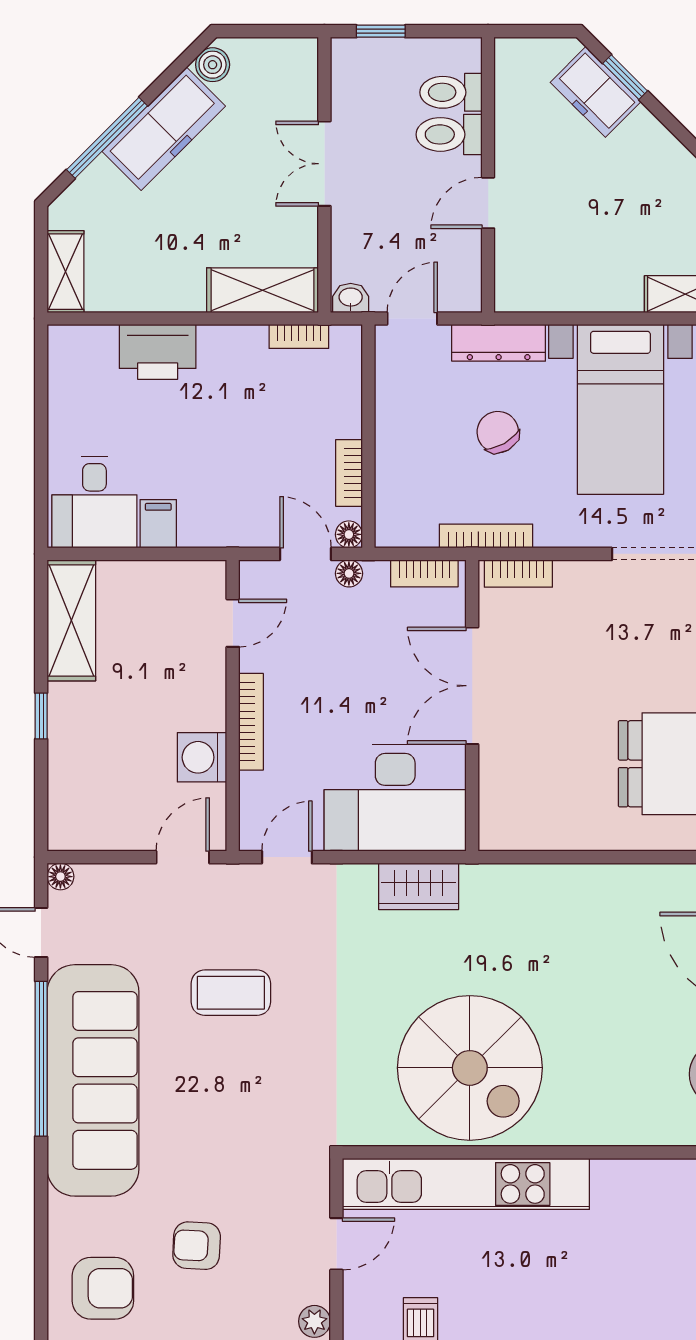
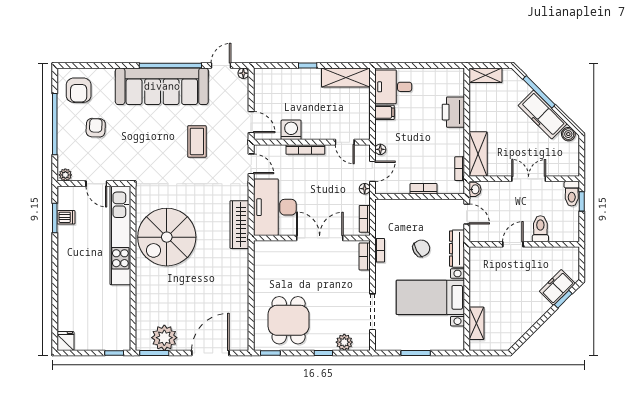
toilet: (451, 92) -> (572, 194), moved, turned 180
door: (488, 203) -> (513, 244), hinge flipped
bookcase: (349, 473) -> (424, 189), moved
floor lamp: (349, 534) -> (380, 149), moved
bookcase: (486, 536) -> (380, 250), width x0.64
wardrobe: (419, 886) -> (239, 225), width x1.50

